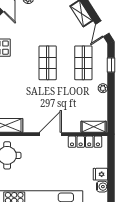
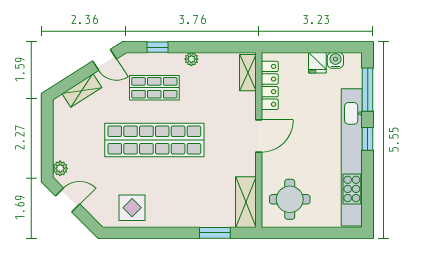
shop shelf: (48, 63) -> (154, 140), width x2.00, depth x1.36
door: (50, 134) -> (259, 136), swing flipped

